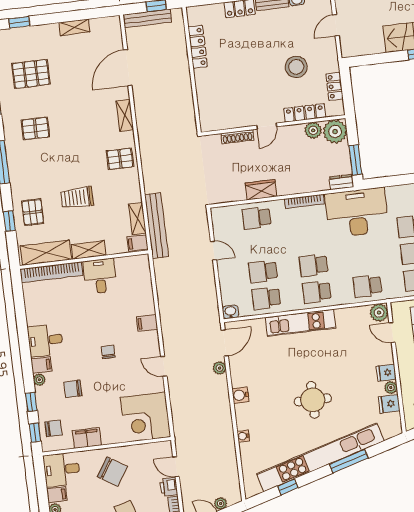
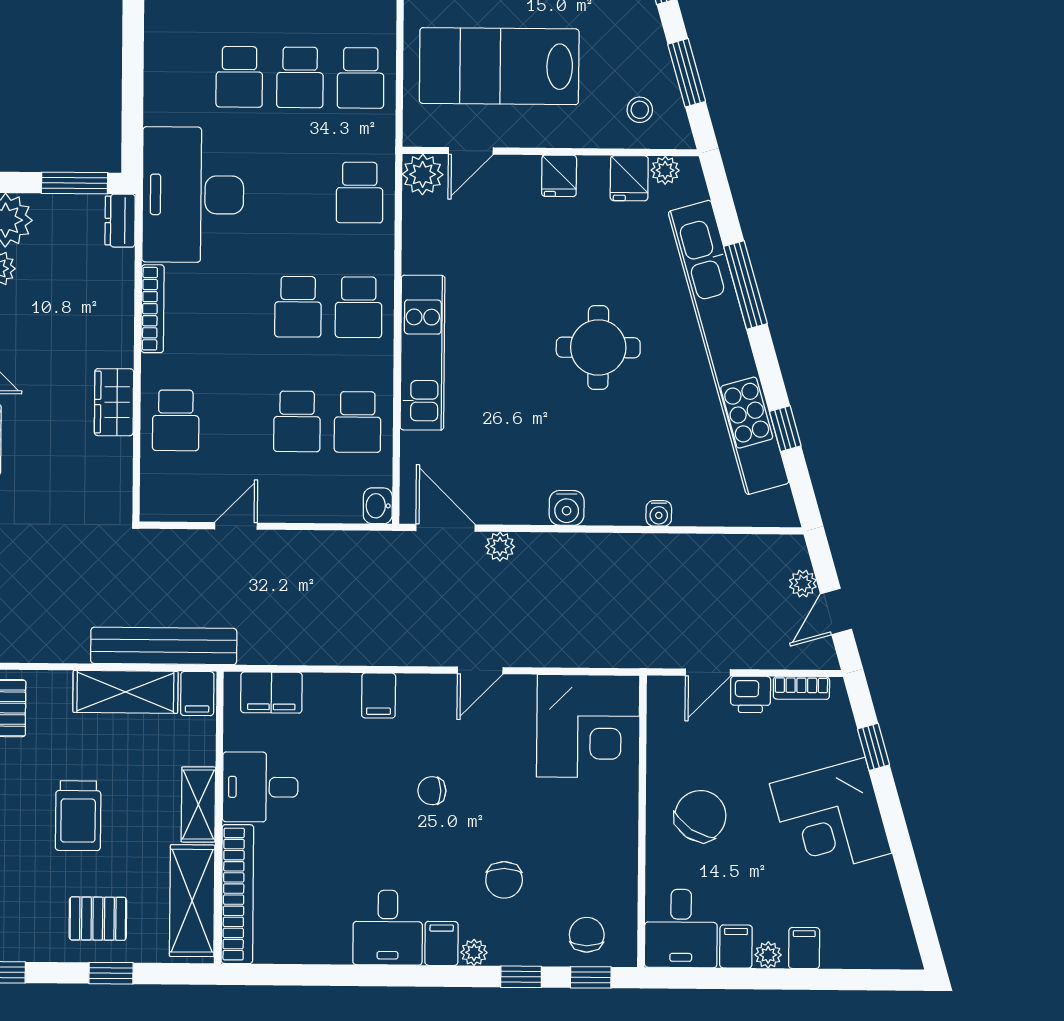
shelving: (137, 219) -> (125, 692), width x1.50, depth x1.33
plant: (391, 388) -> (665, 170), moved
filing cabinet: (87, 438) -> (271, 693), moved, turned -90

